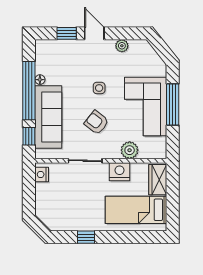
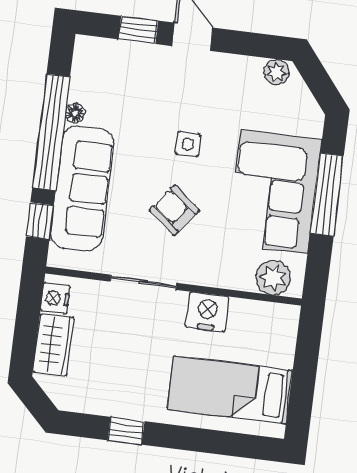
plant: (122, 46) -> (277, 72), moved
plant: (130, 150) -> (273, 278), moved
wardrobe: (158, 180) -> (54, 345), moved, turned 180

